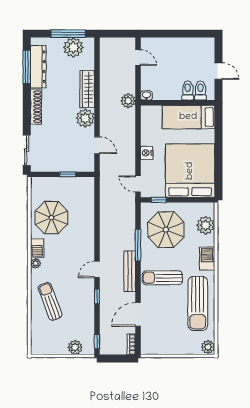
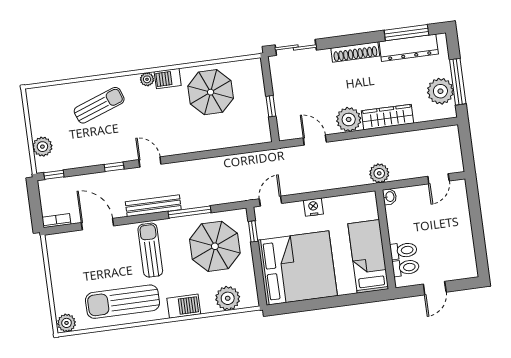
door: (97, 145) -> (315, 140), swing flipped

